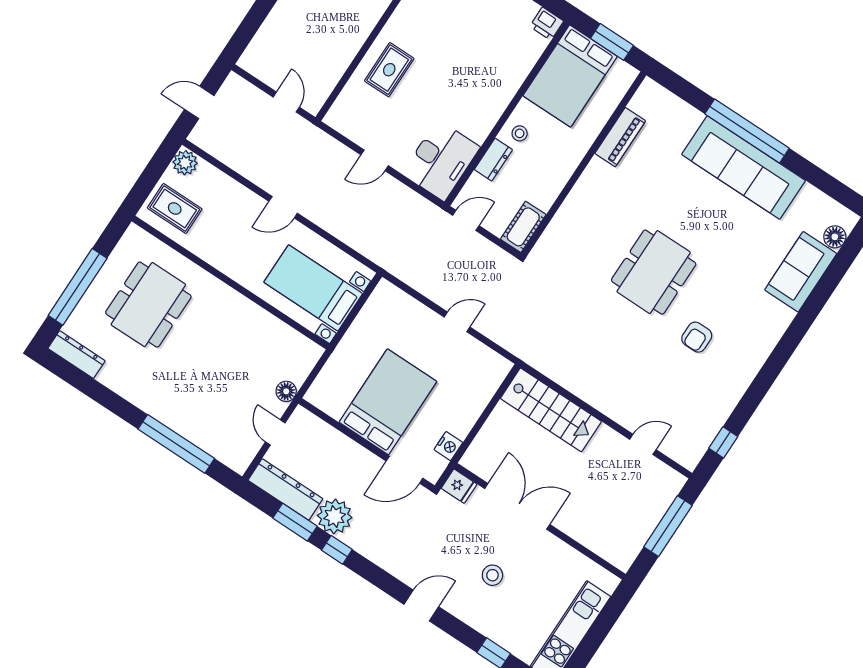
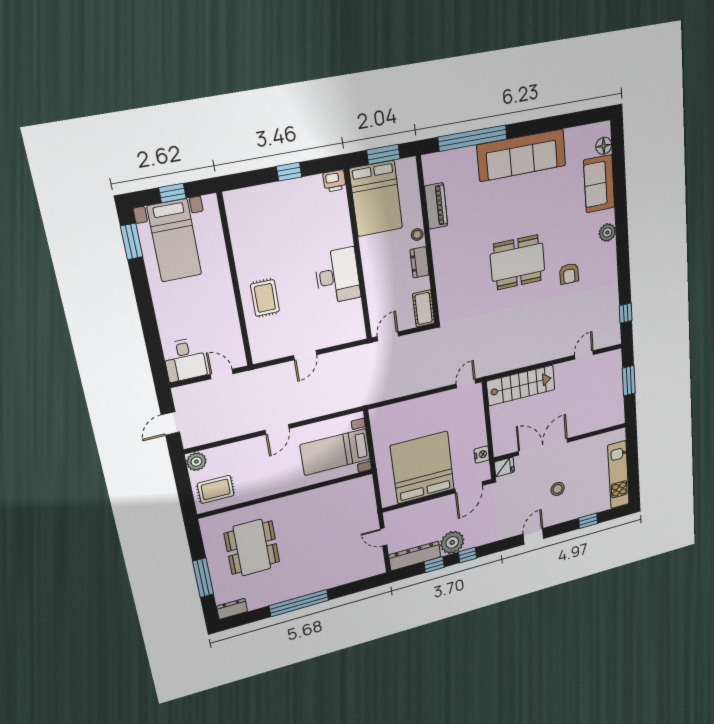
desk: (268, 56) -> (185, 360), added
window: (747, 131) -> (473, 138), moved
stool: (520, 133) -> (417, 235), moved
desk: (441, 160) -> (337, 276), moved
dresser: (493, 160) -> (420, 262), moved, turned 180
dining table: (654, 272) -> (518, 262), turned 90
window: (78, 287) -> (203, 578), width x0.68
door: (457, 322) -> (466, 384), moved
plant: (770, 332) -> (607, 232), added
dresser: (77, 355) -> (232, 609), width x0.70
floor lamp: (286, 391) -> (370, 513), removed
bed: (388, 402) -> (422, 468), width x1.36
window: (176, 444) -> (299, 603), moved
window: (295, 522) -> (434, 565), width x0.67
window: (668, 526) -> (629, 381), width x0.69

